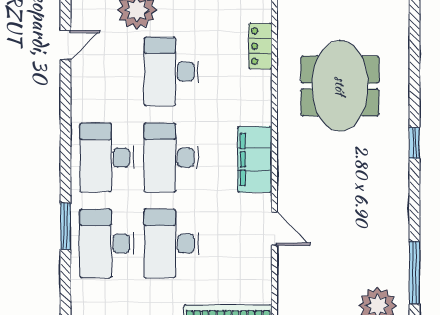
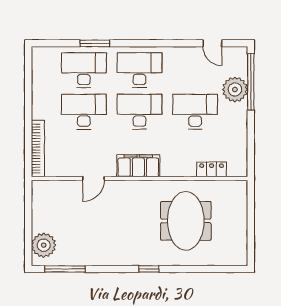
meeting table: (340, 86) -> (186, 221), turned 90

